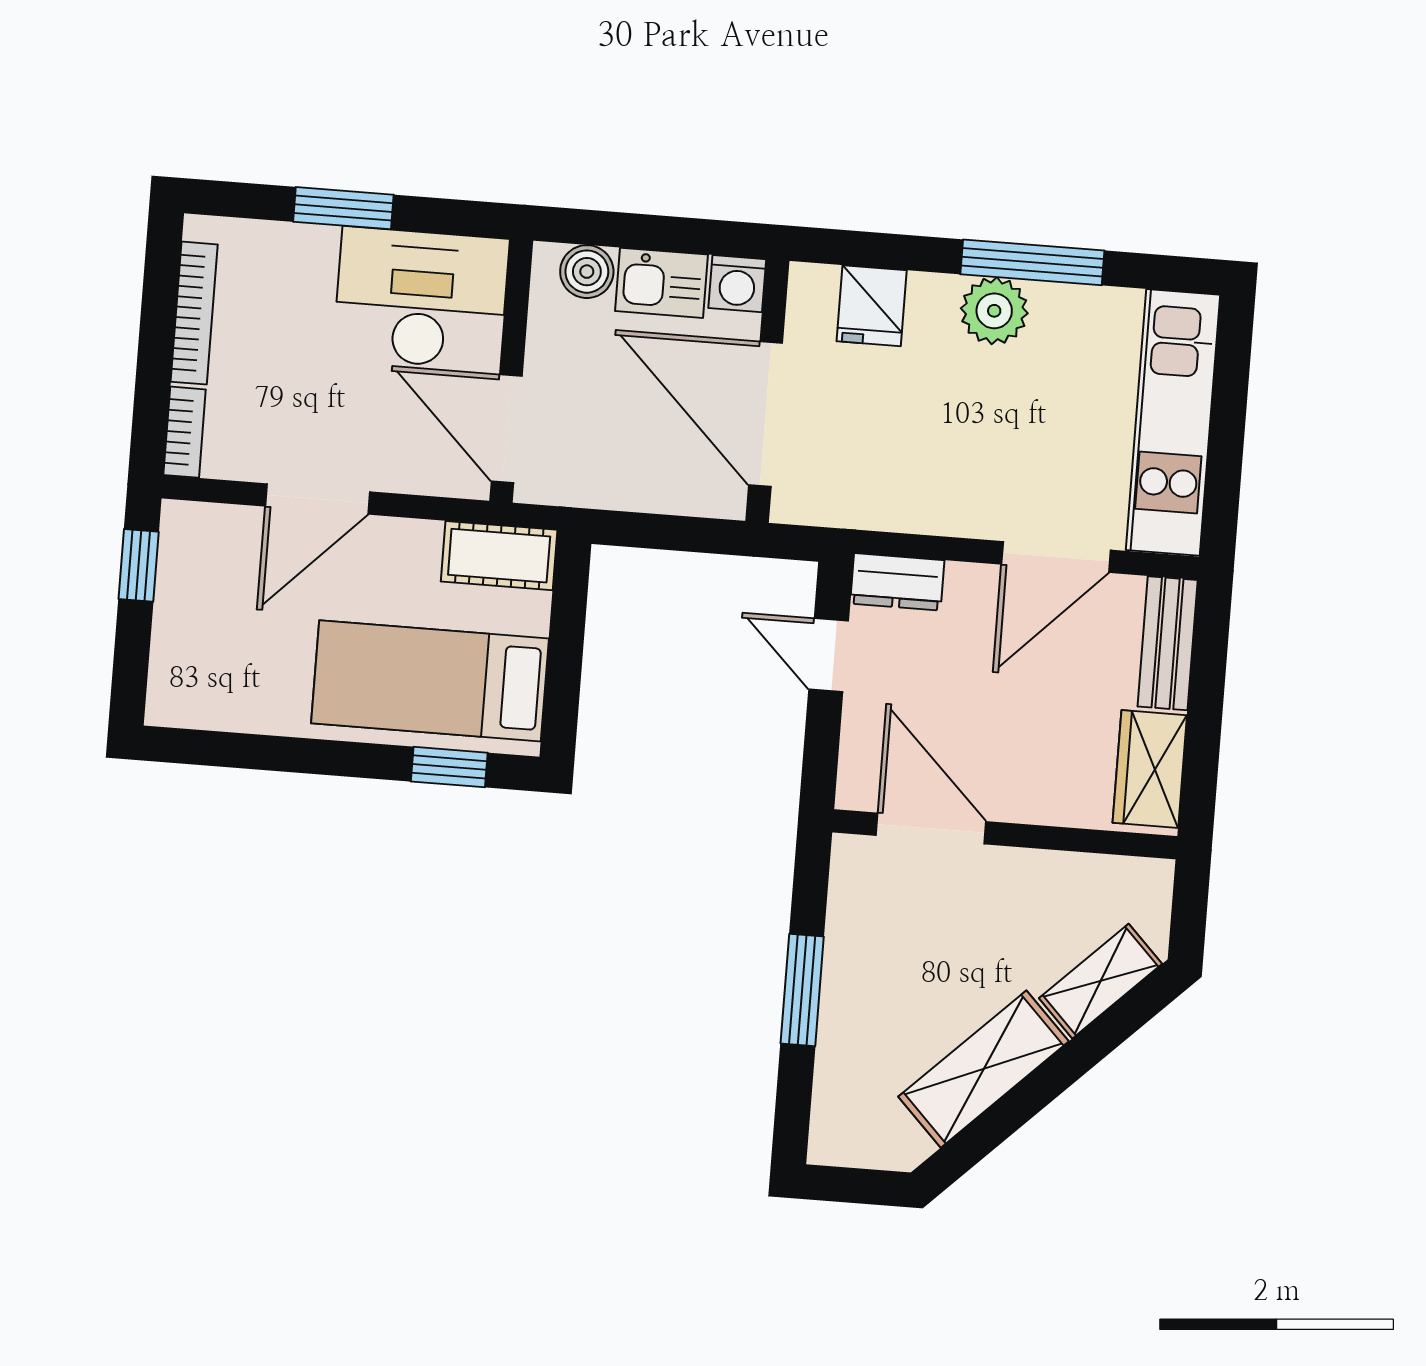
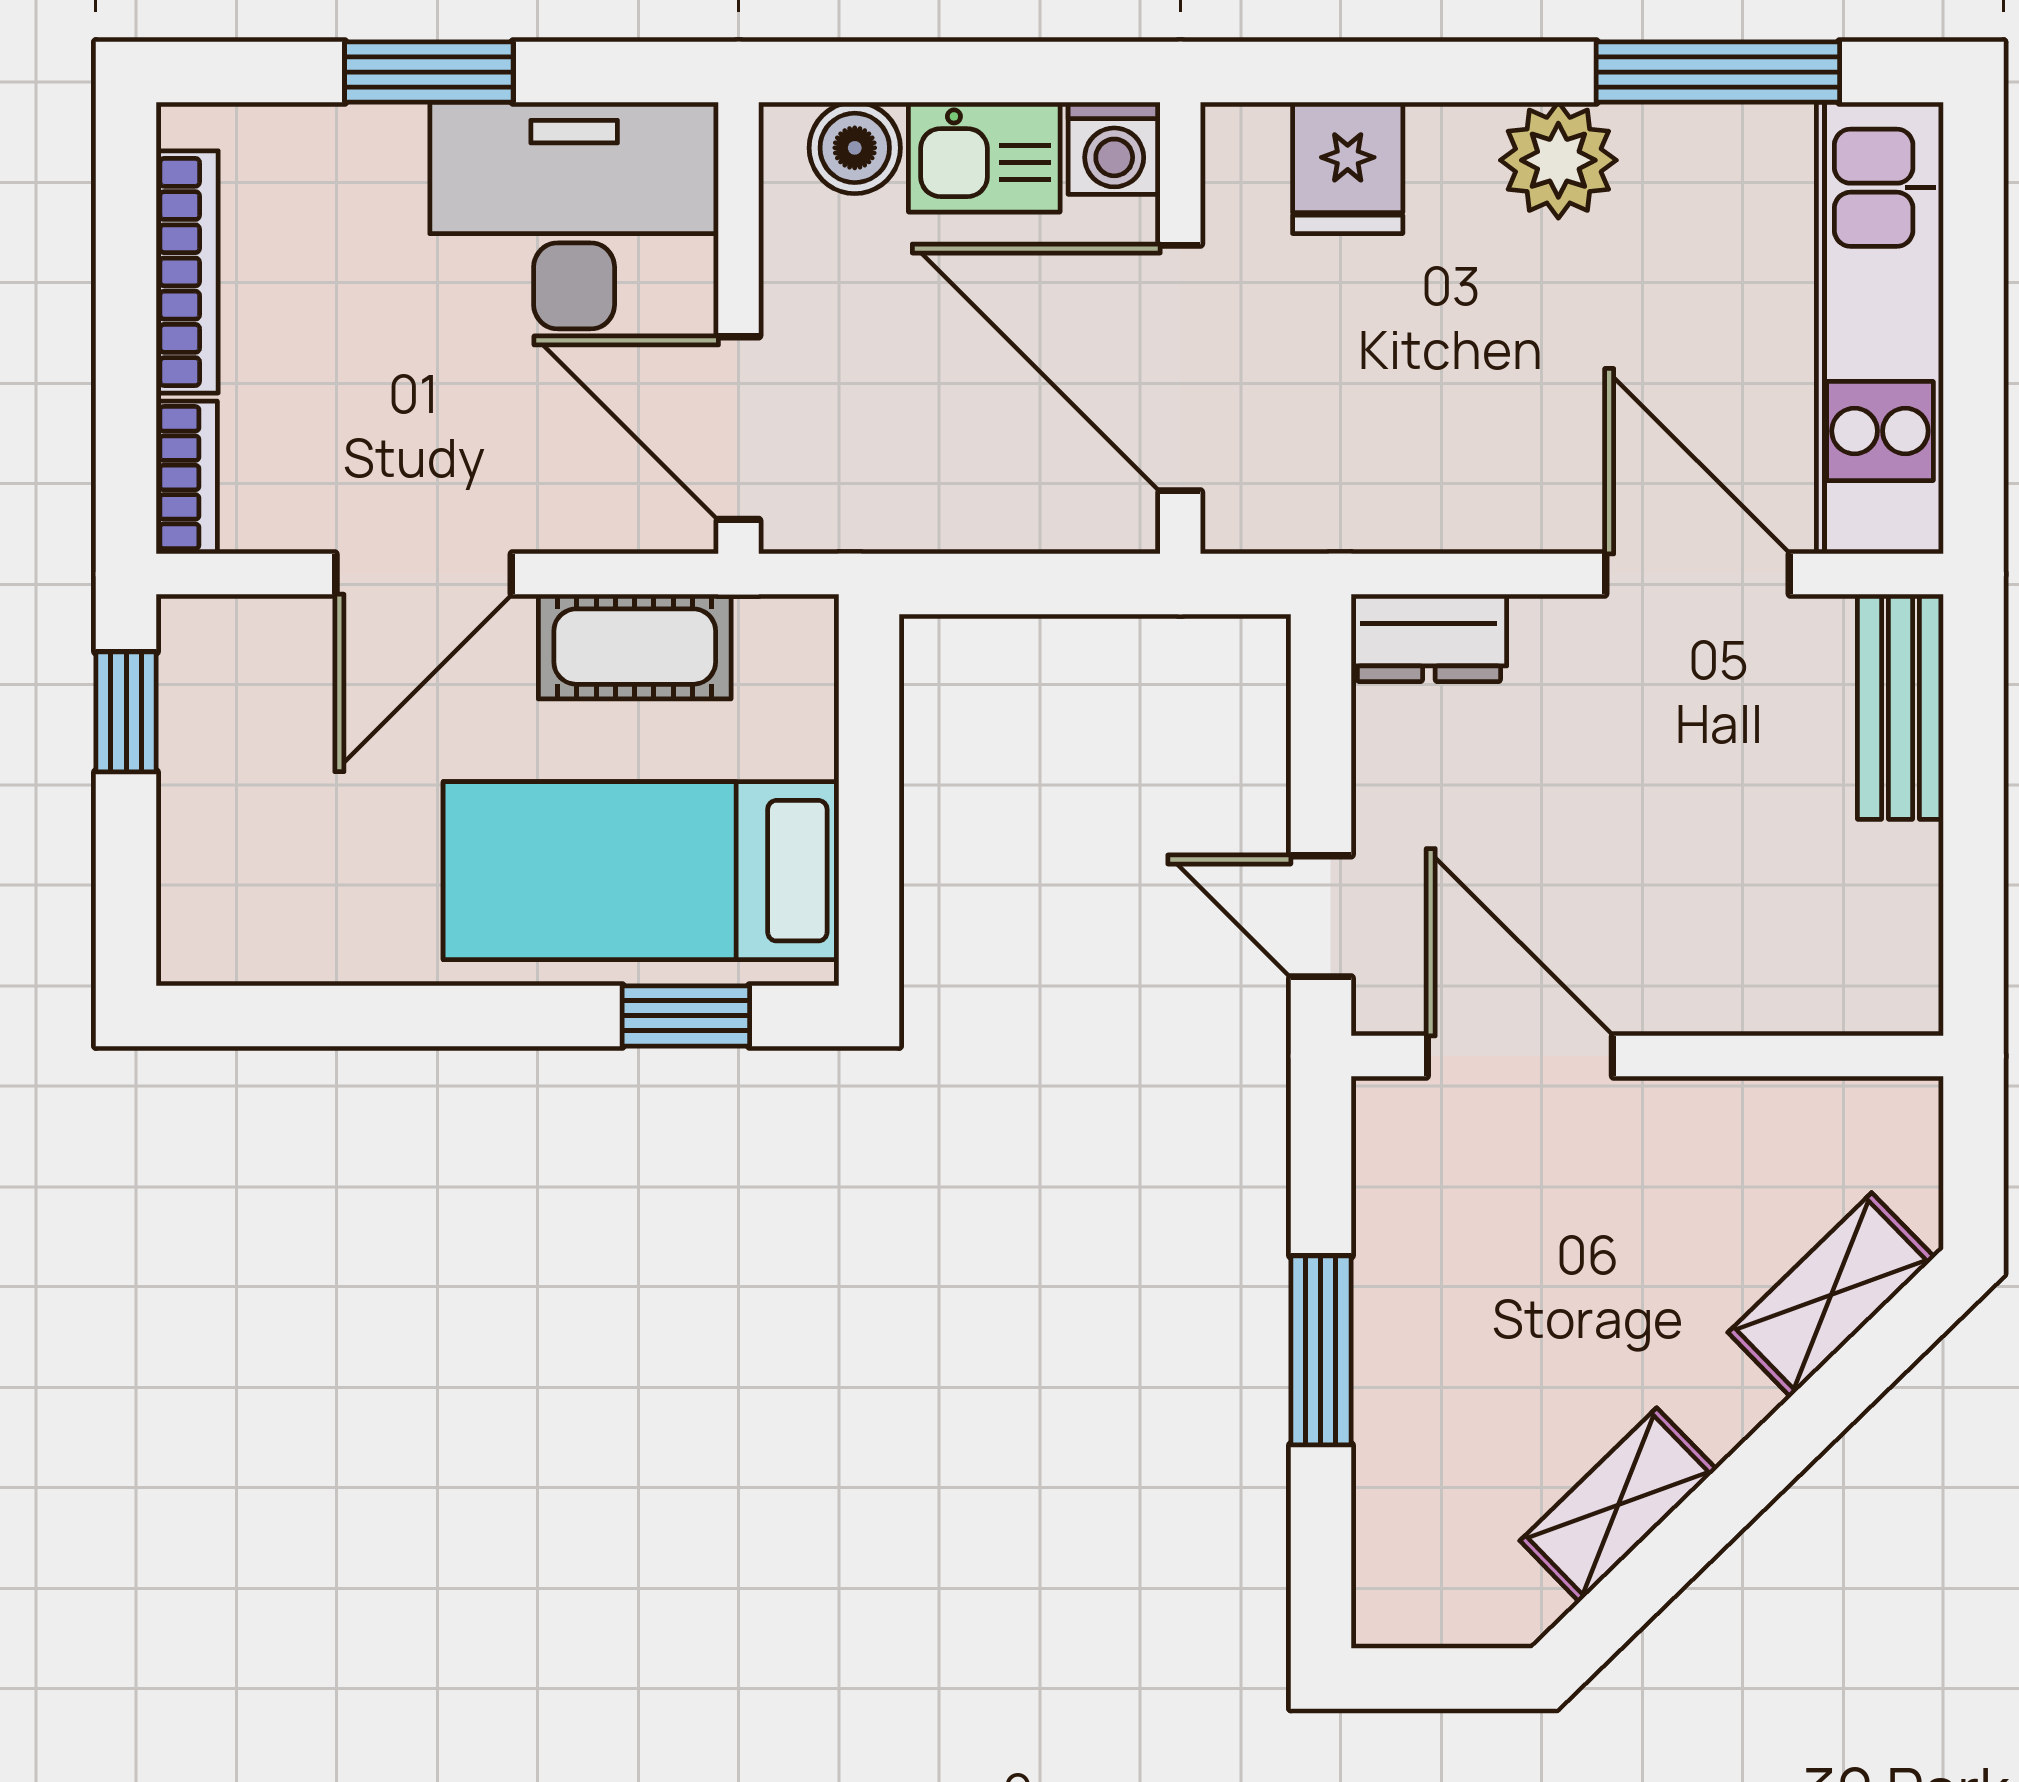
window: (1032, 262) -> (1718, 72), moved
cot: (499, 556) -> (635, 647), moved
door: (1056, 557) -> (1697, 574), swing flipped
door: (829, 655) -> (1321, 916), moved
wardrobe: (1150, 769) -> (1887, 925), removed
shelving: (984, 1069) -> (1618, 1505), width x0.67, depth x0.75

